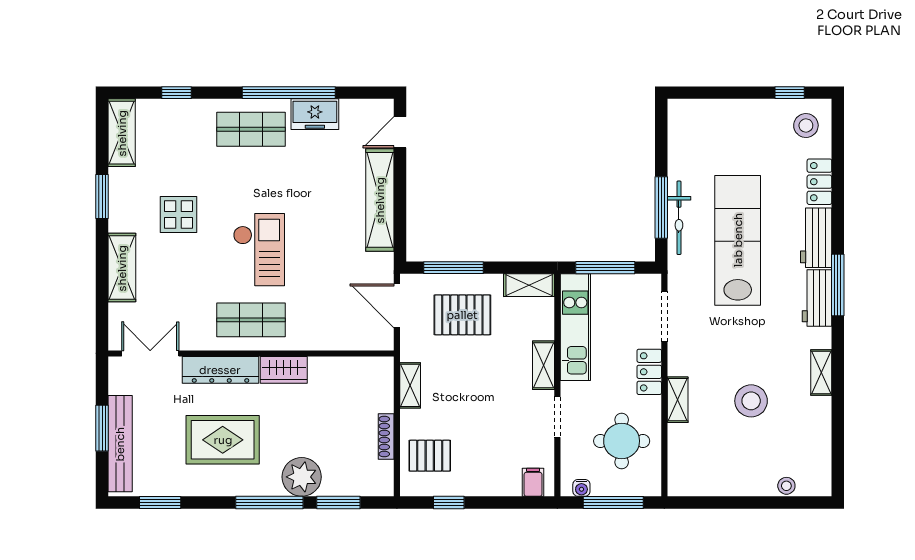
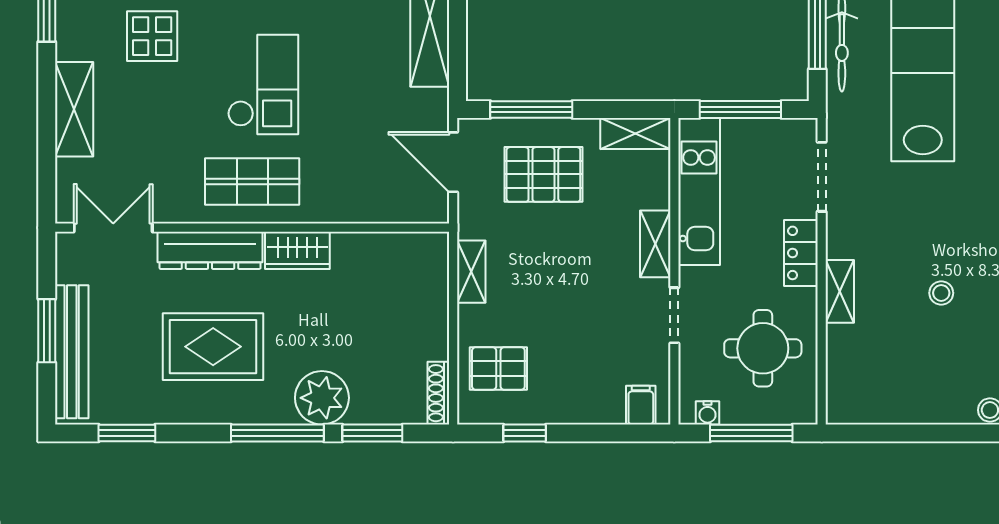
stool: (751, 401) -> (941, 293), width x0.53, depth x0.53
shoe rack: (386, 437) -> (438, 393), moved

